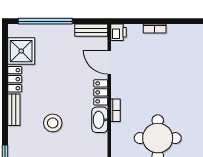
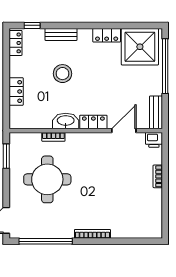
shower: (21, 51) -> (140, 47), width x1.37, depth x1.37
bench: (14, 110) -> (61, 34), moved
bookcase: (115, 110) -> (53, 137), moved

